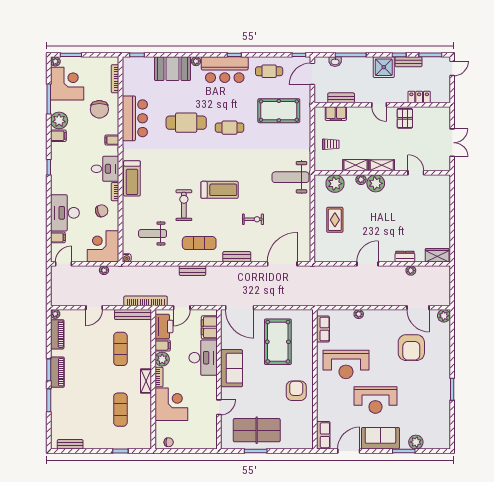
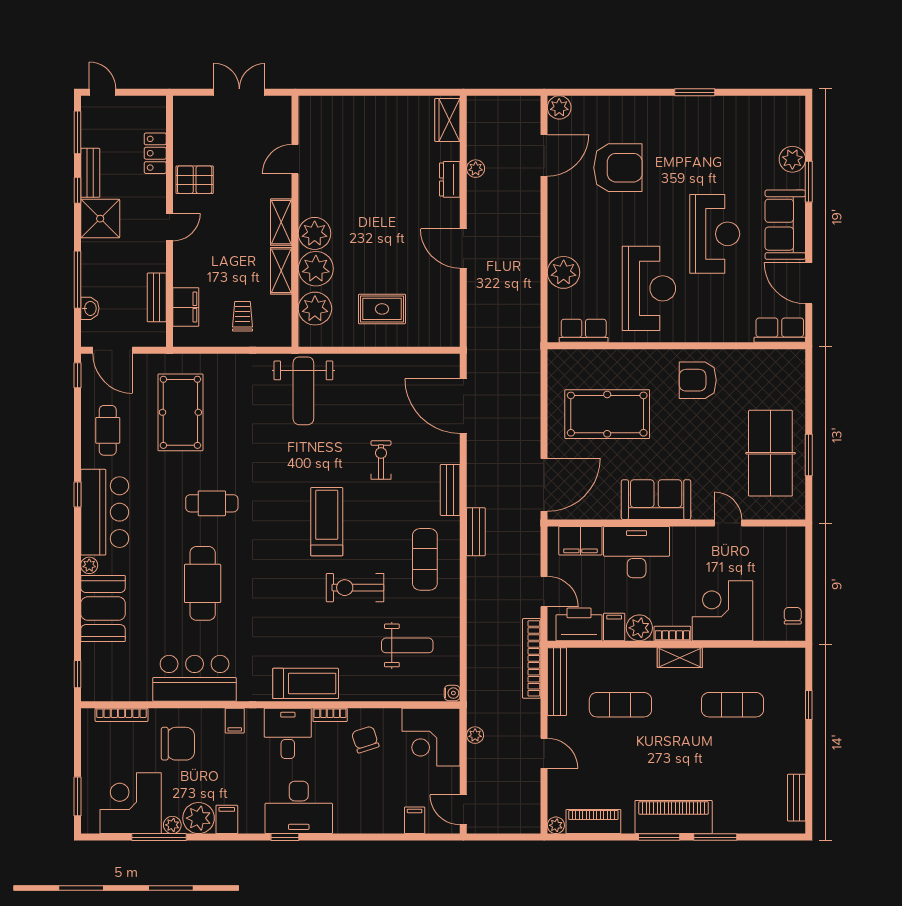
plant: (55, 61) -> (172, 825), moved
cafe table: (230, 128) -> (212, 503), turned 90
plant: (361, 180) -> (316, 269), width x1.87, depth x1.87
desk: (65, 213) -> (299, 807), moved
weight bench: (153, 233) -> (407, 645), turned -90
bench: (192, 271) -> (476, 532), moved
plant: (359, 314) -> (564, 272), width x1.88, depth x1.88
piano: (57, 372) -> (674, 817), width x1.37, depth x1.33

